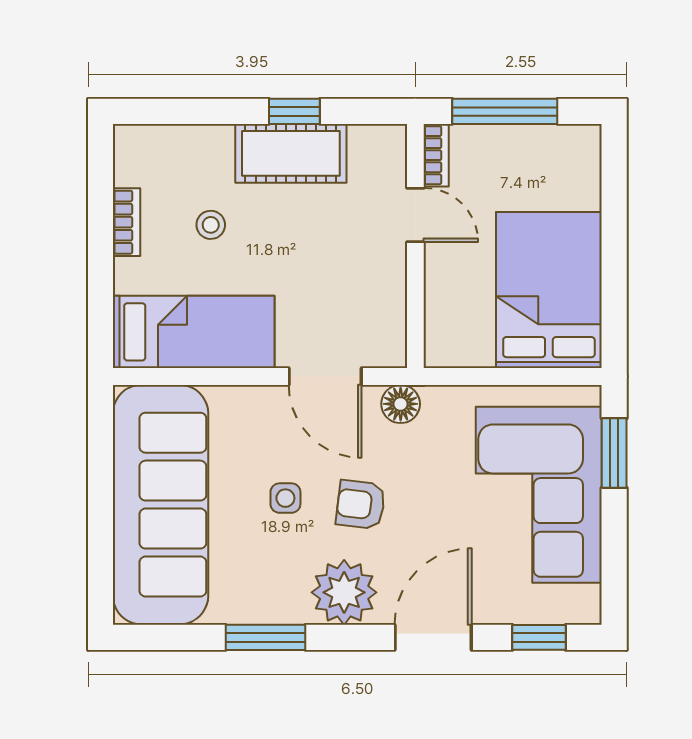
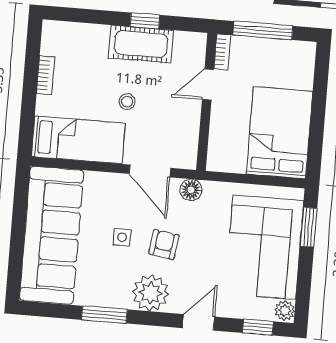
door: (415, 215) -> (208, 84), swing flipped
stool: (211, 225) -> (127, 102), moved
armchair: (361, 505) -> (164, 244), turned 92
plant: (584, 604) -> (285, 311), added
door: (433, 637) -> (198, 322), width x0.73

